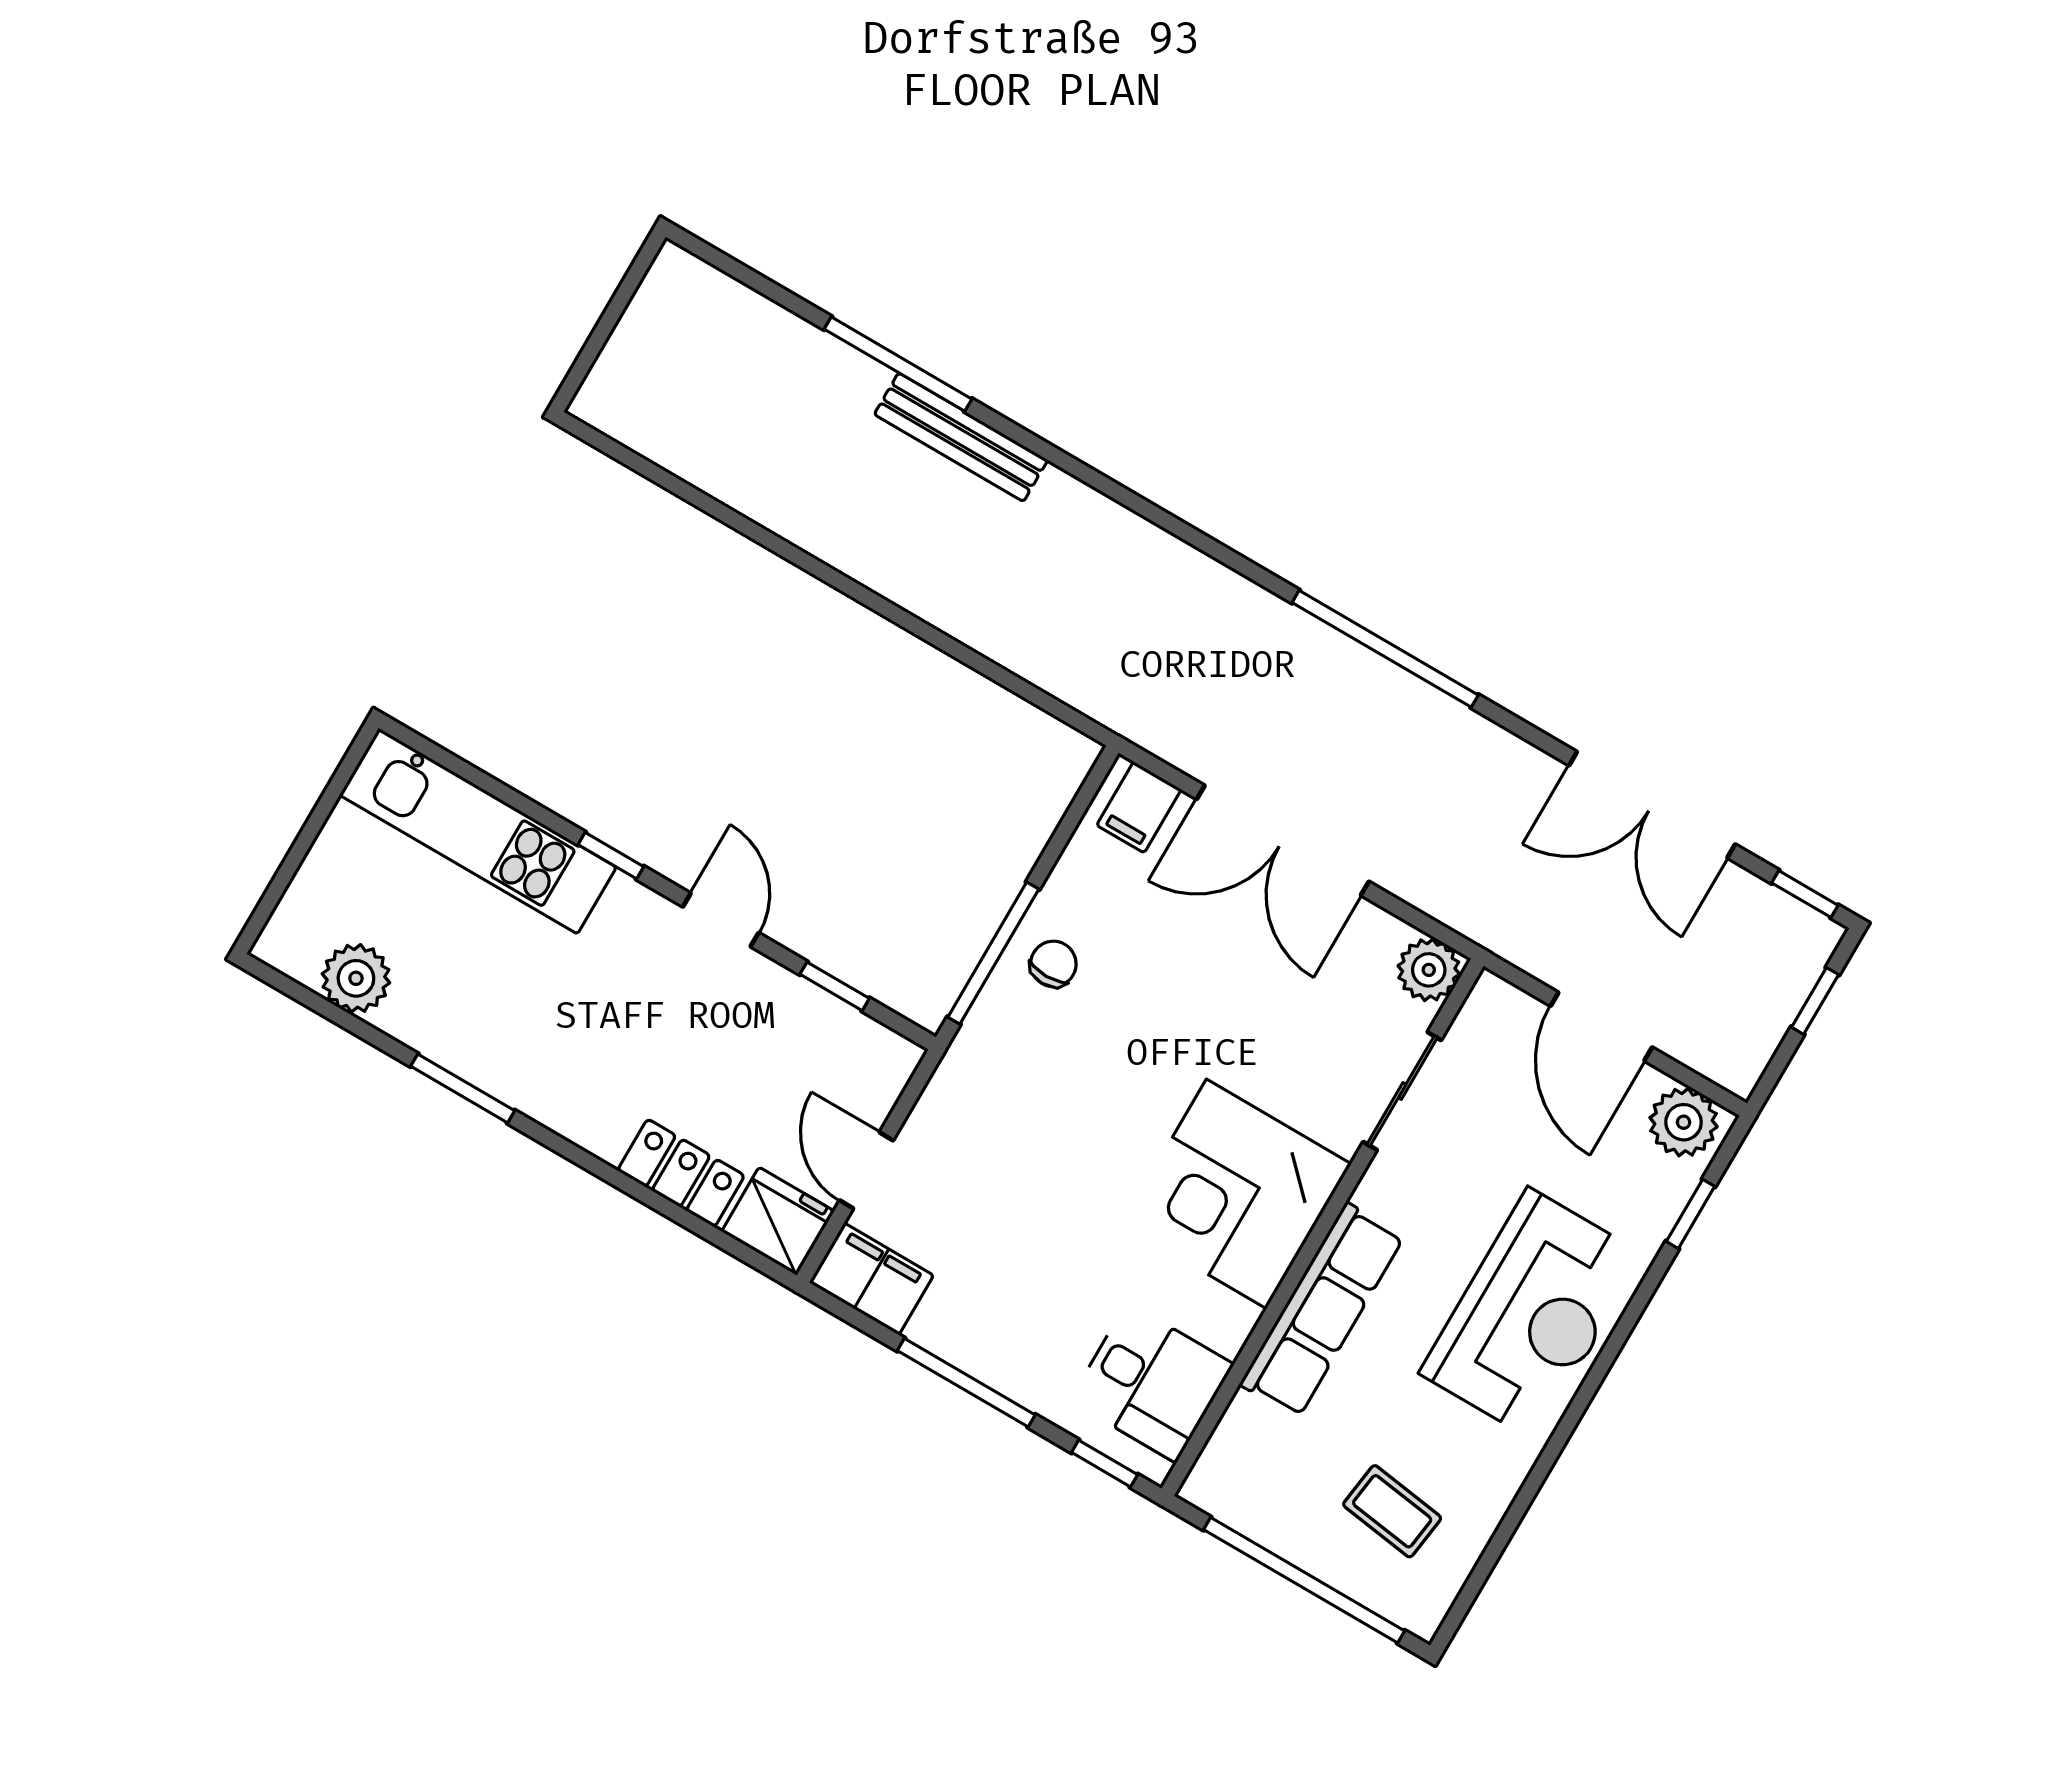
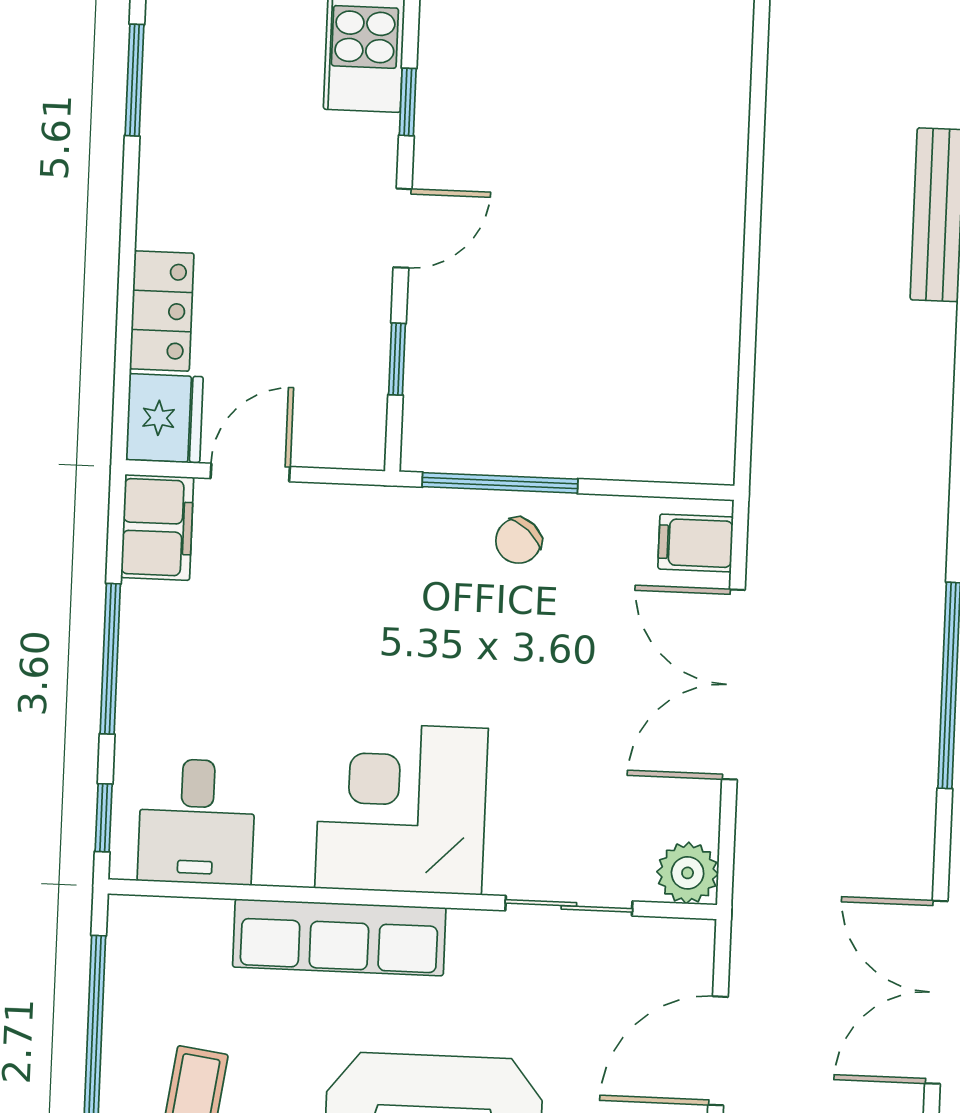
chair: (1053, 964) -> (518, 541), turned 132

